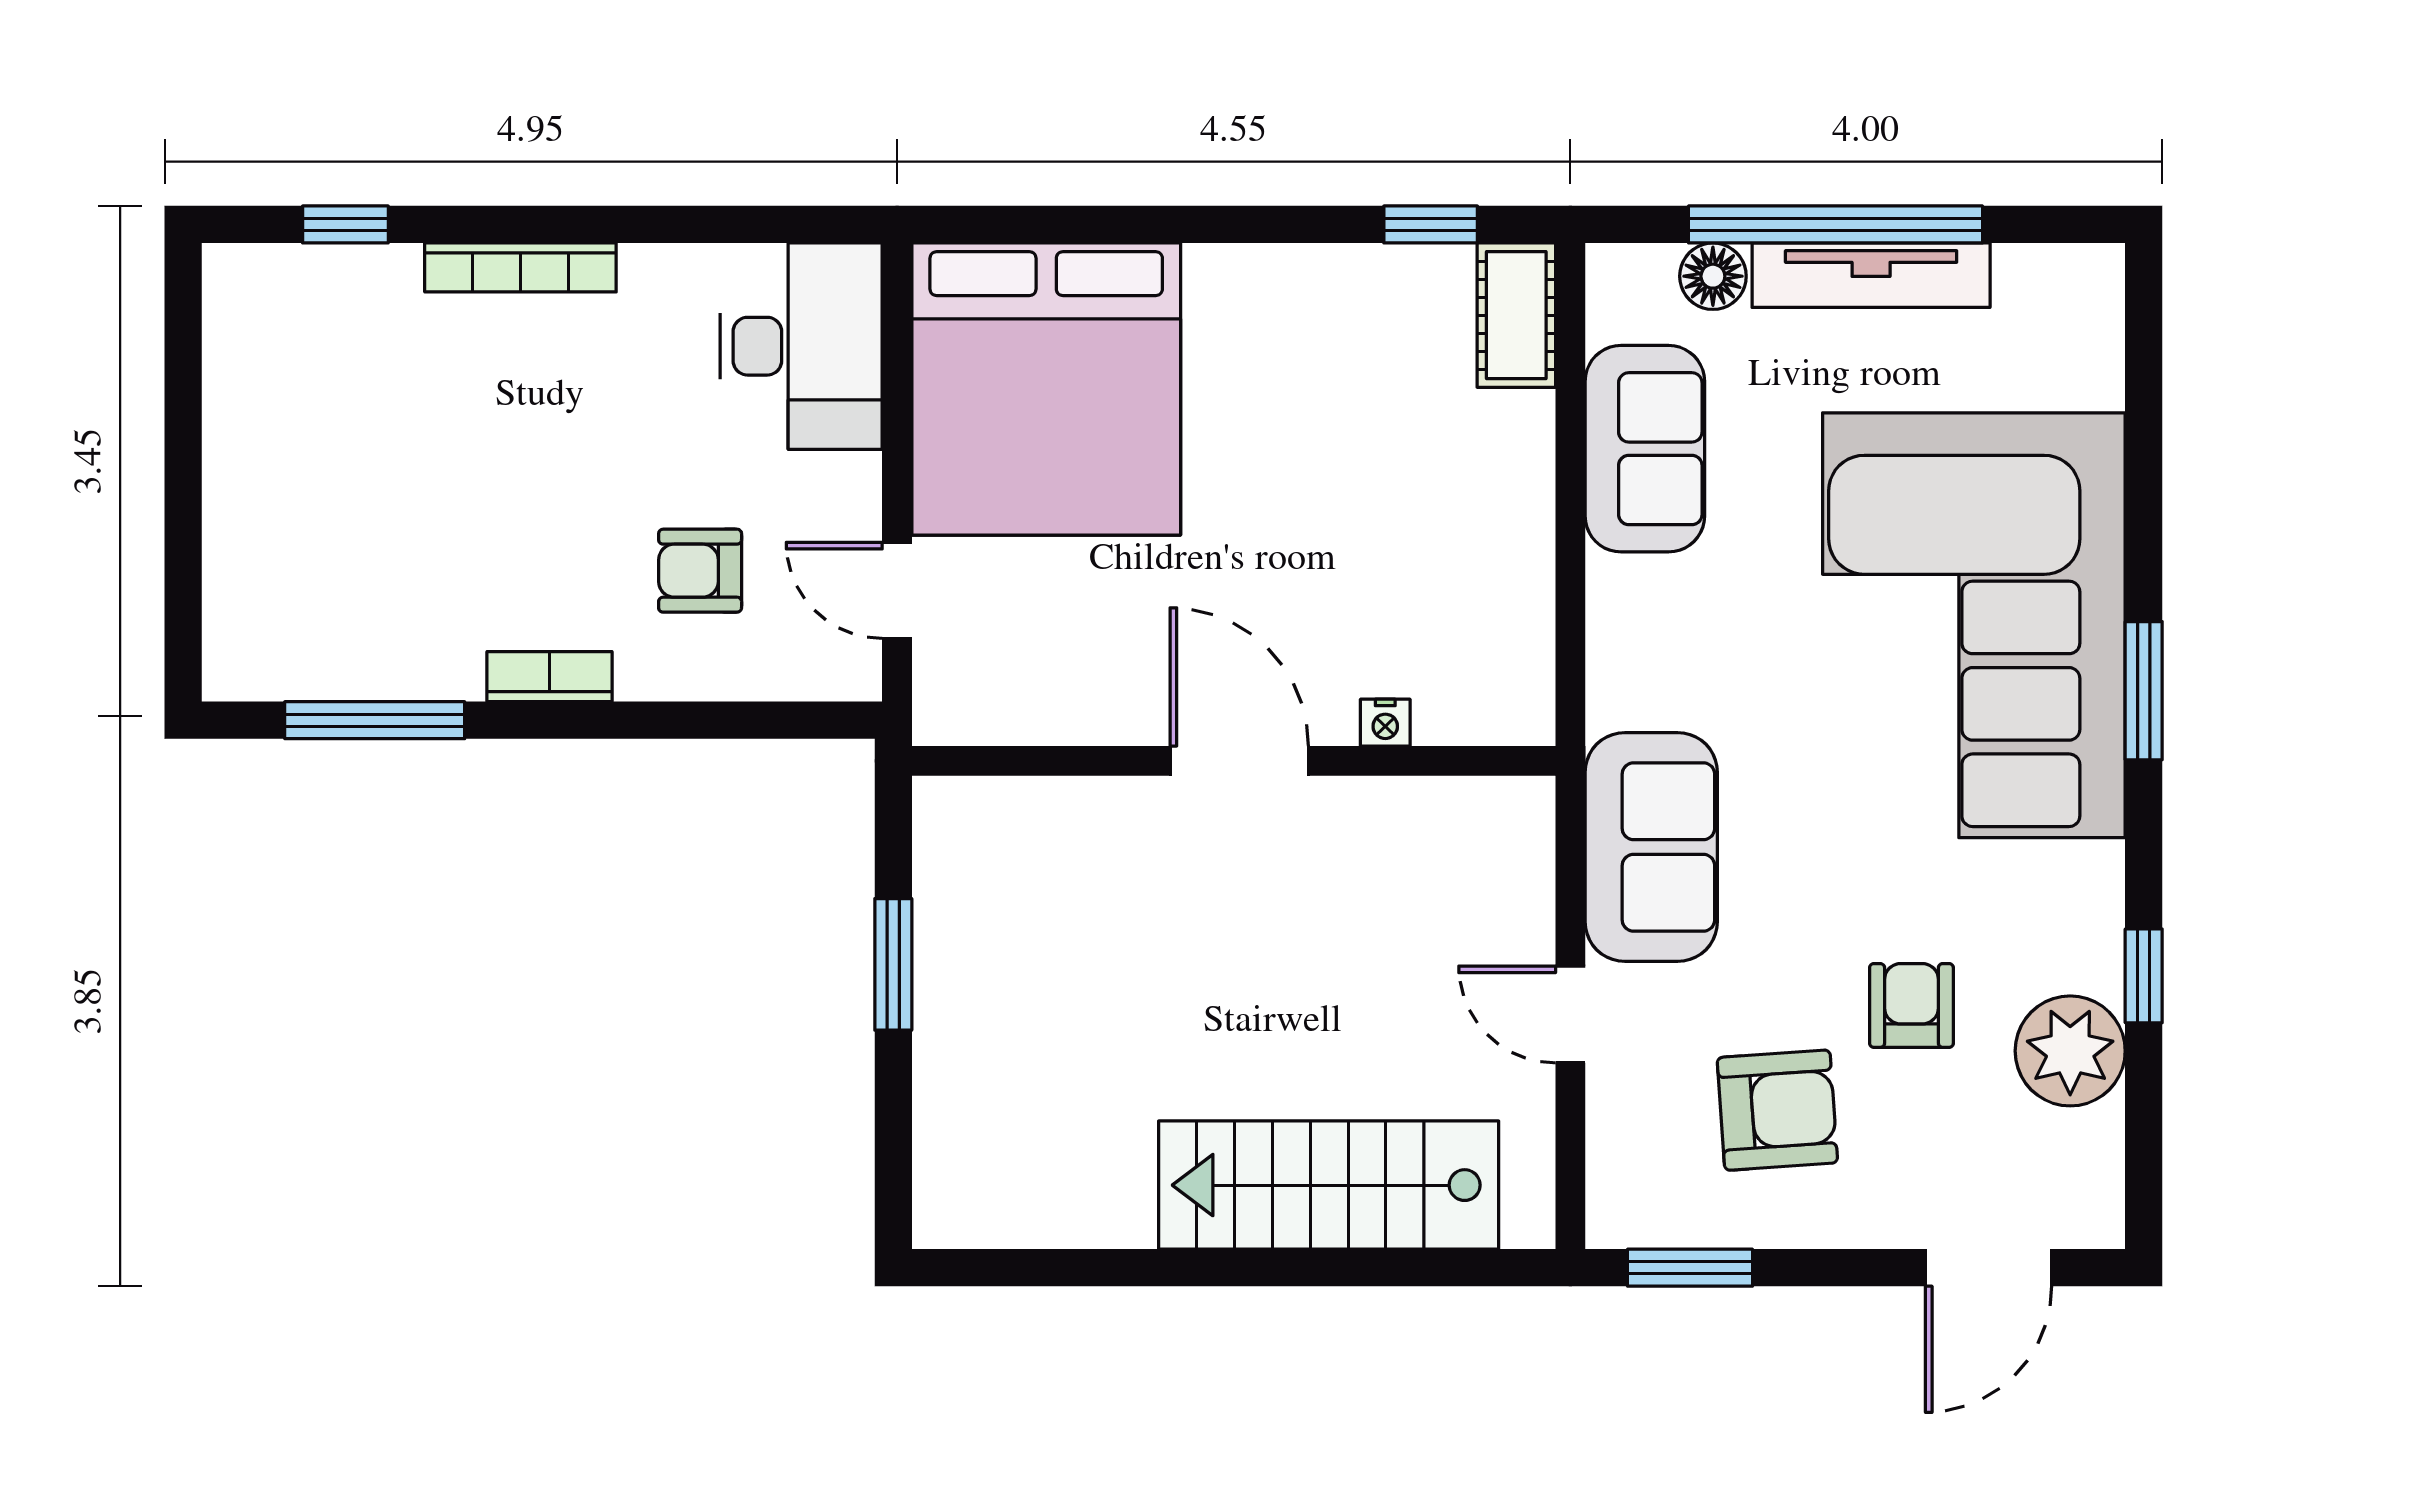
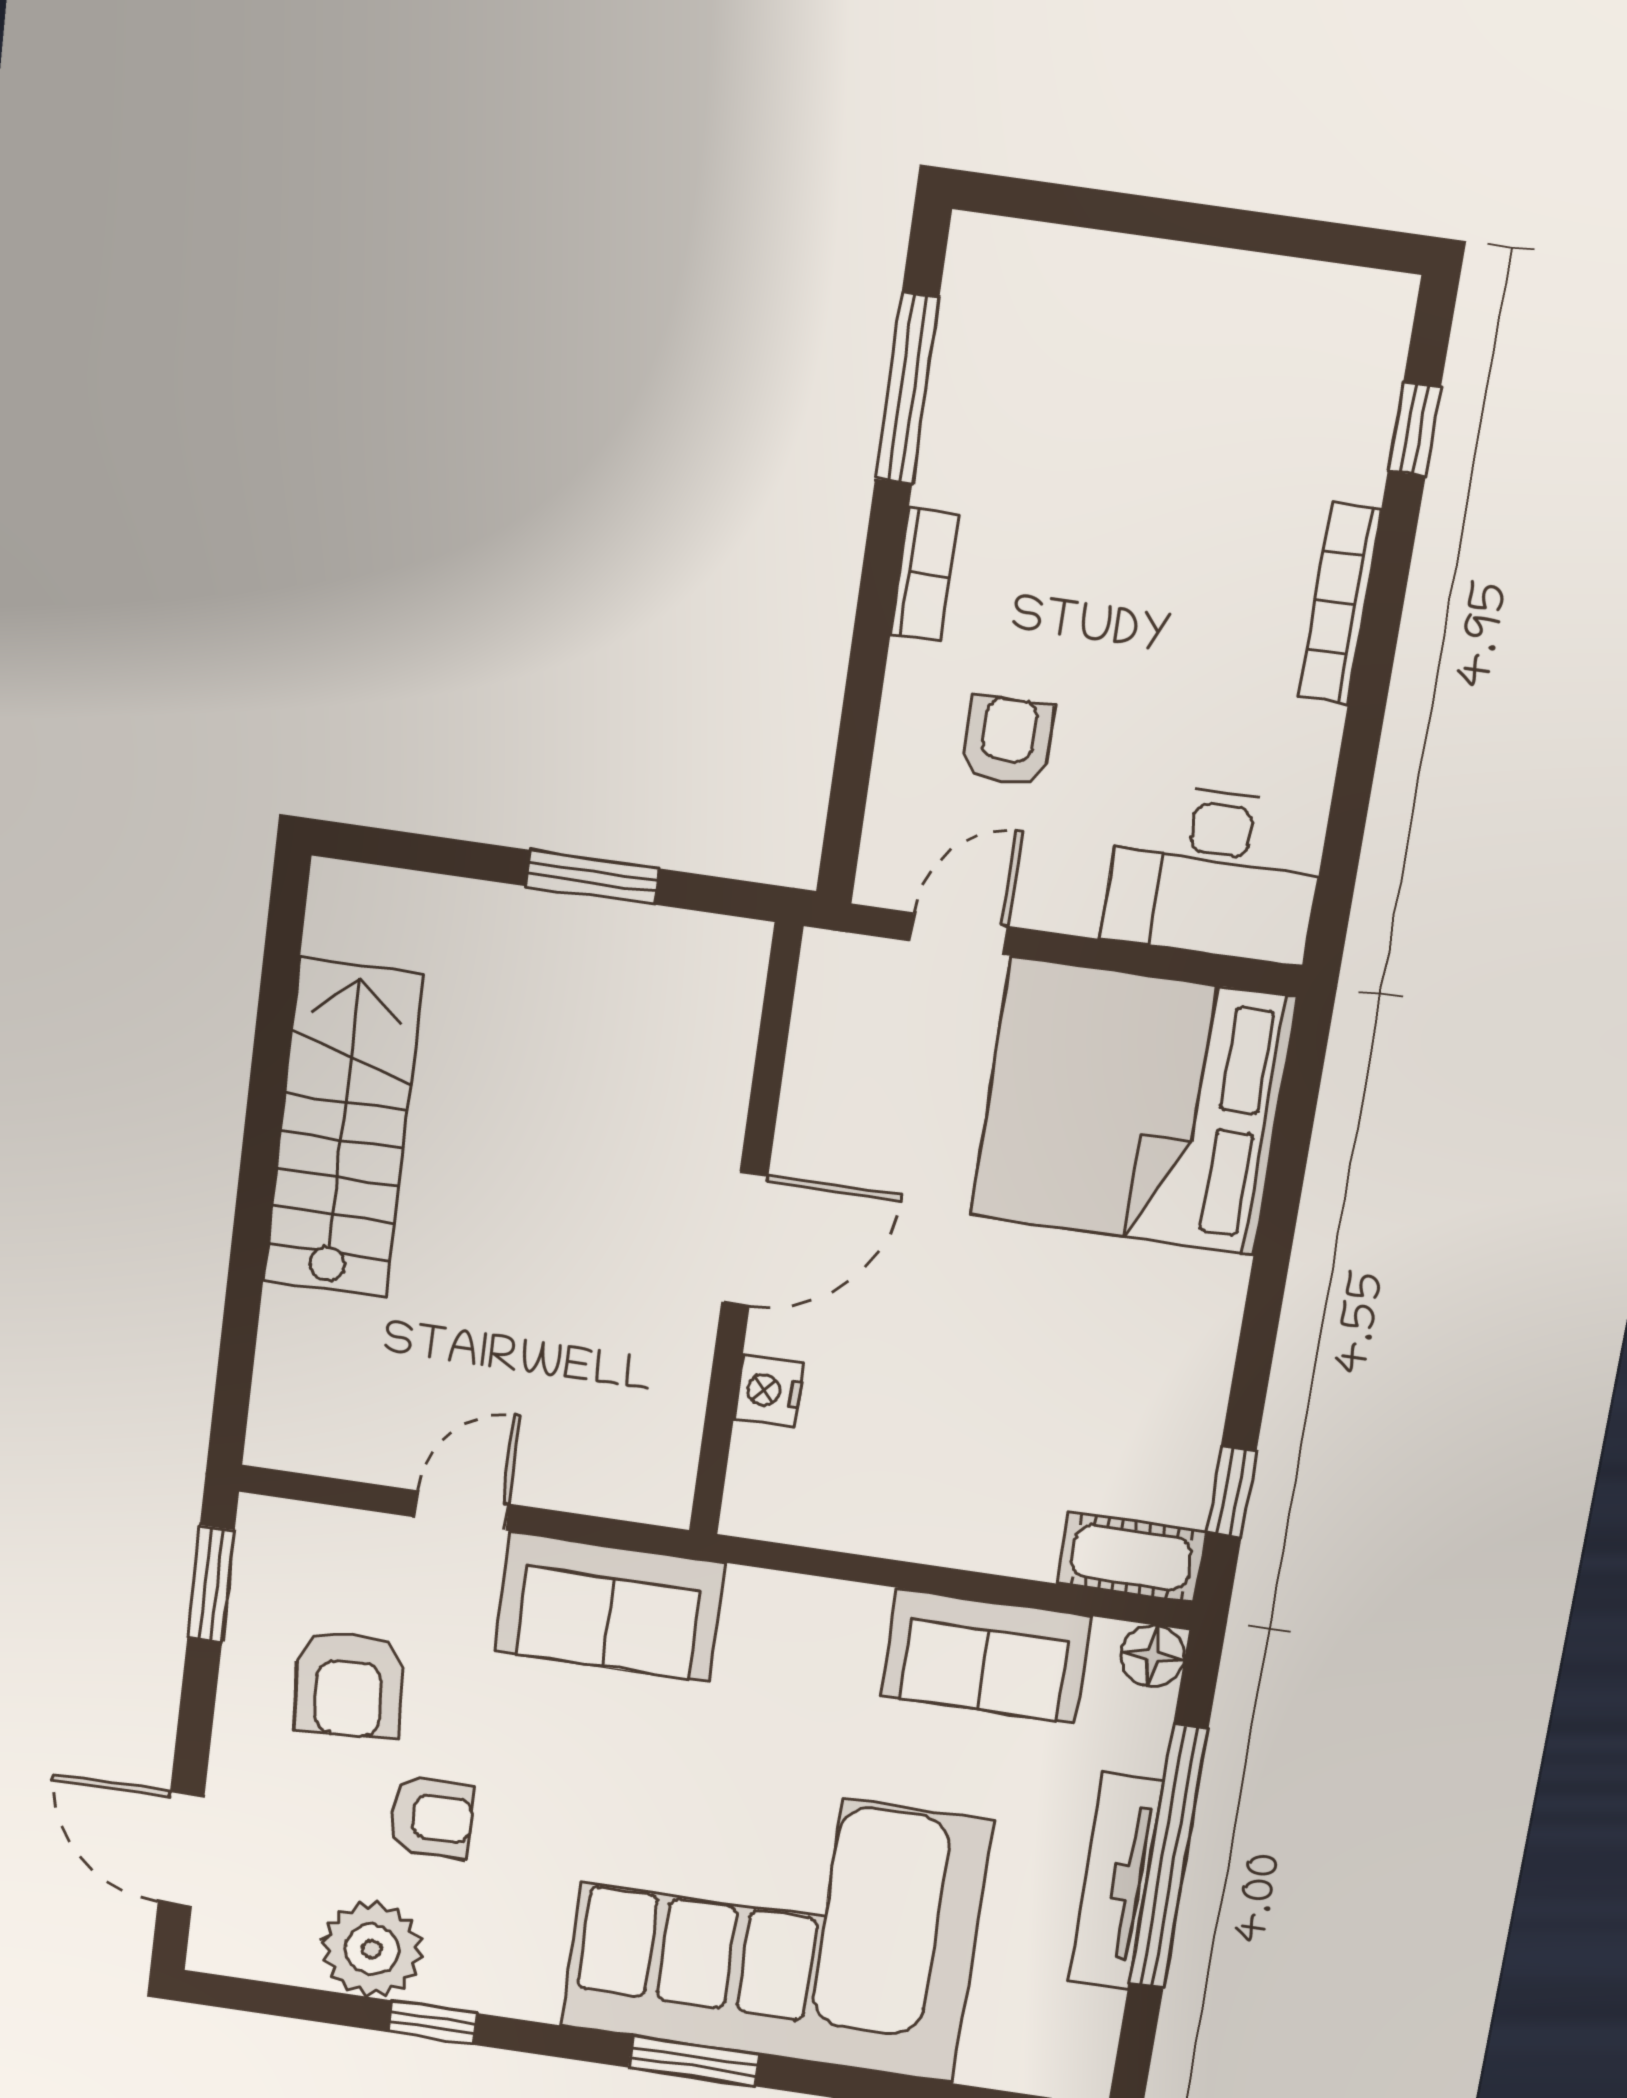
floor lamp: (1713, 276) -> (1153, 1656), moved
nightstand: (1385, 723) -> (769, 1391), width x1.39, depth x1.35
stairs: (1329, 1185) -> (343, 1129), moved

